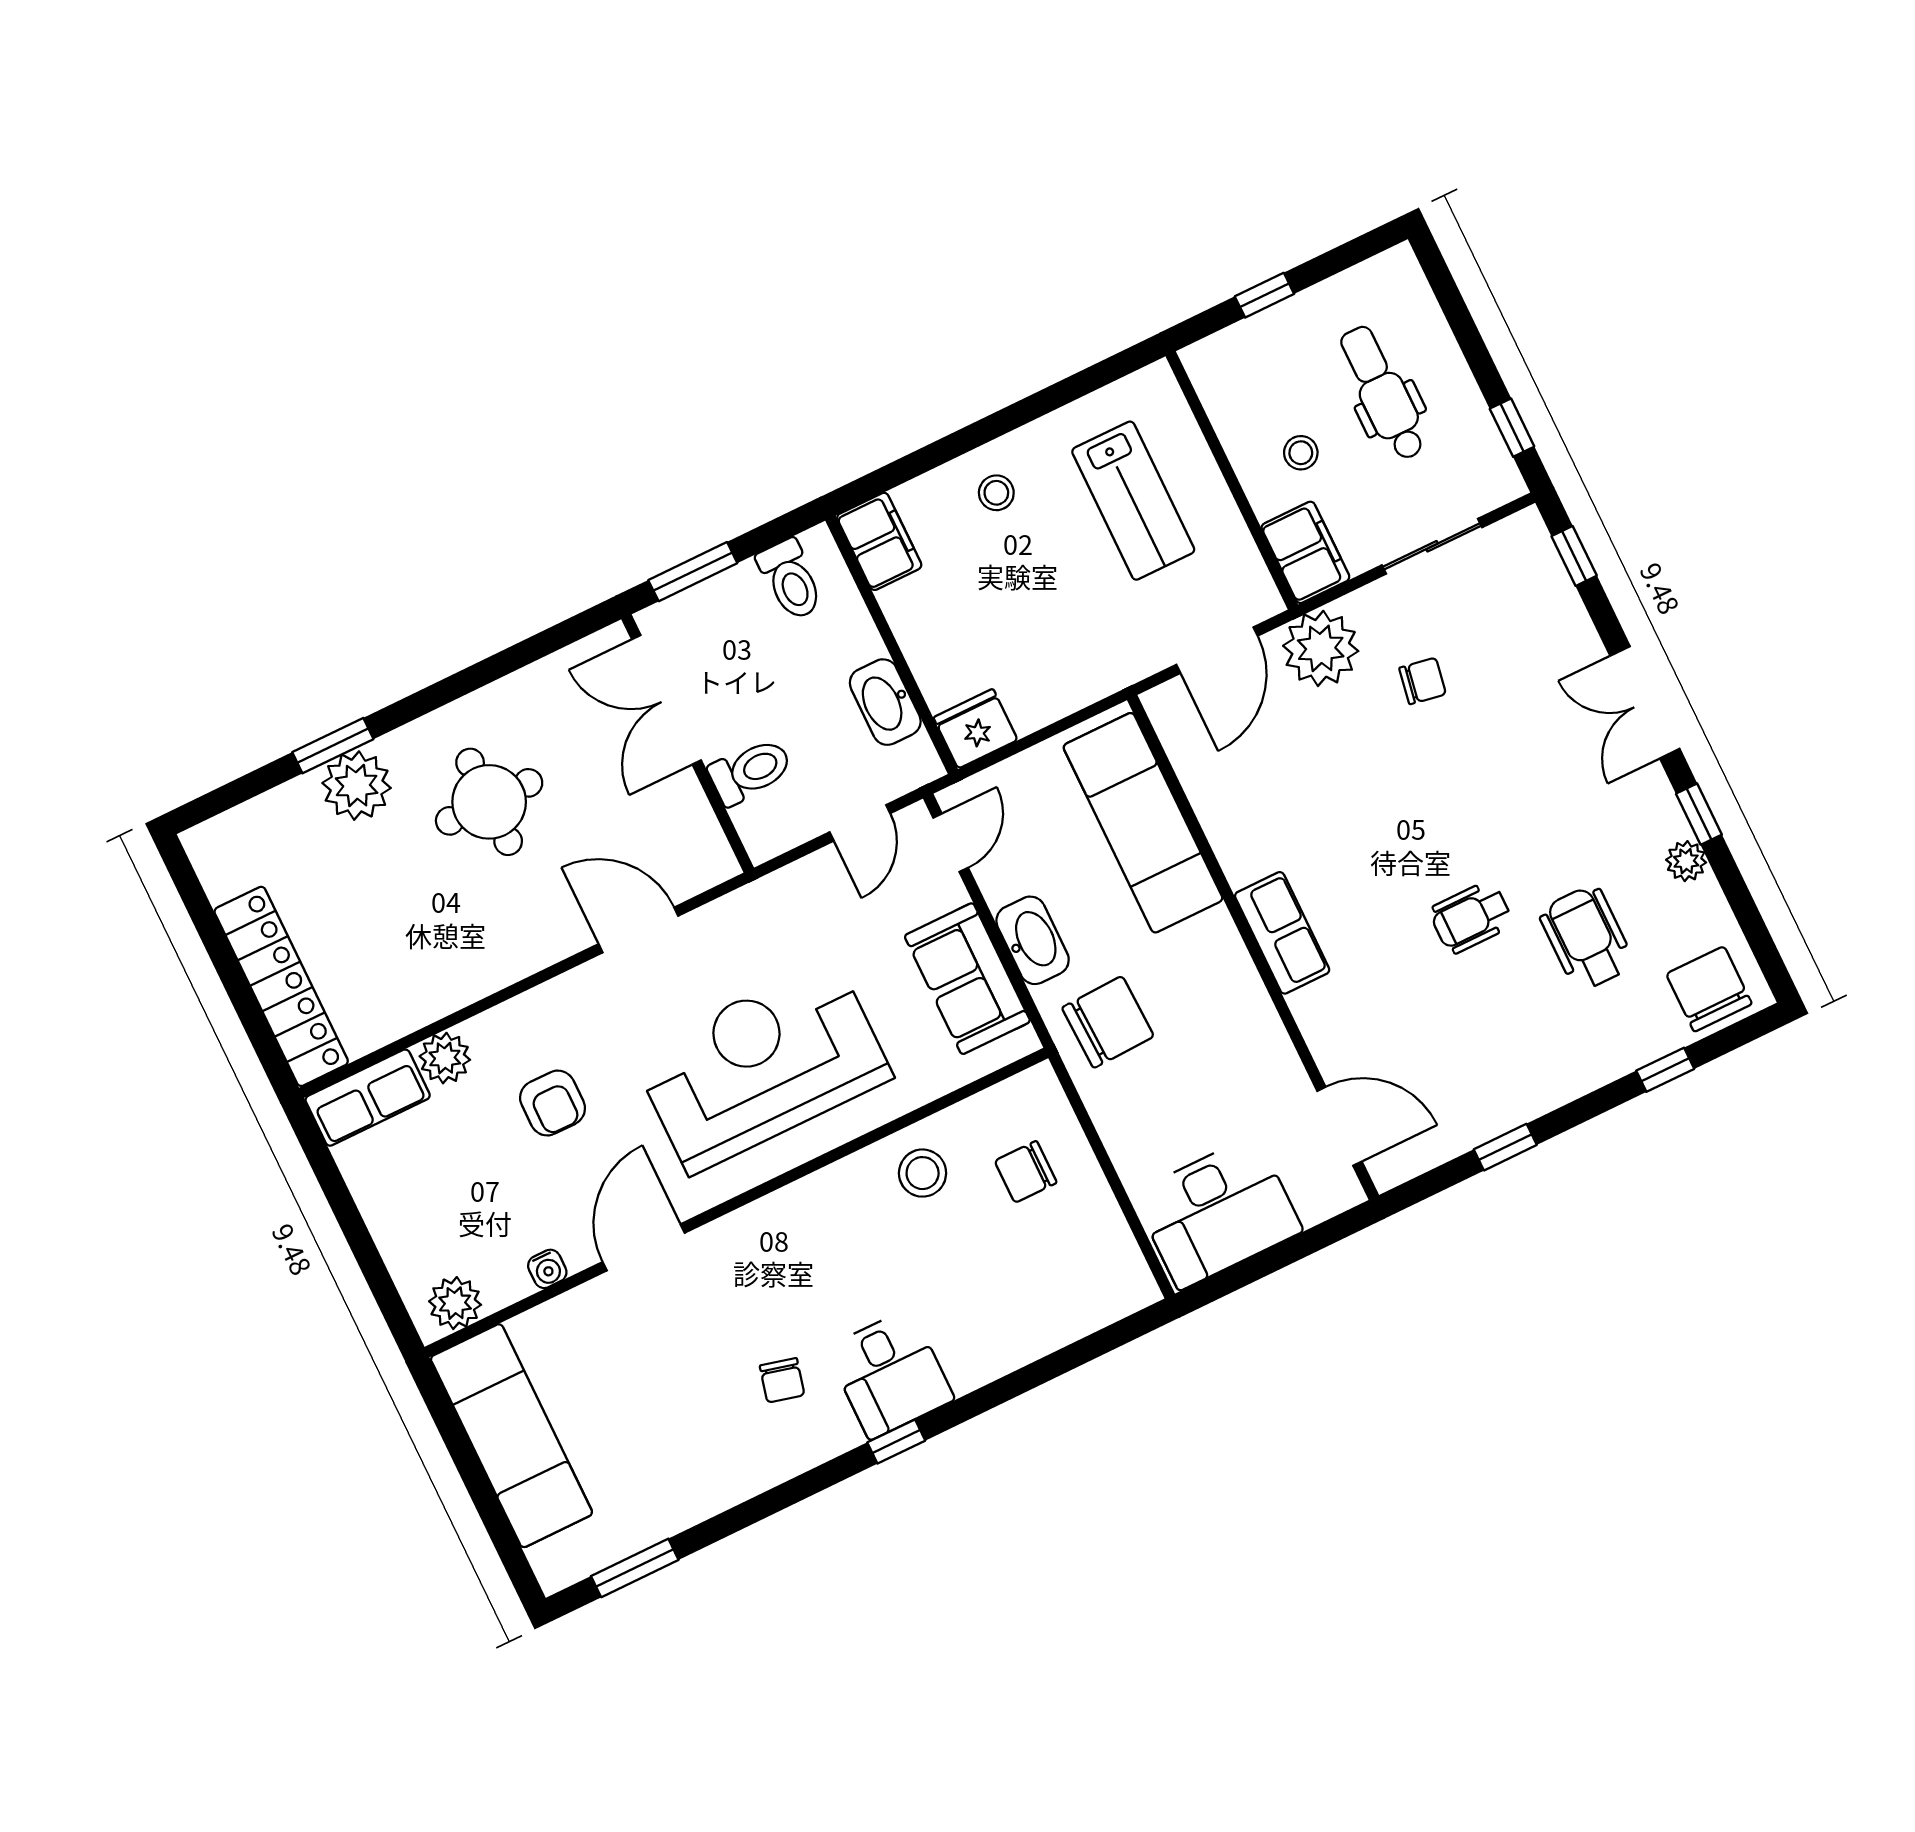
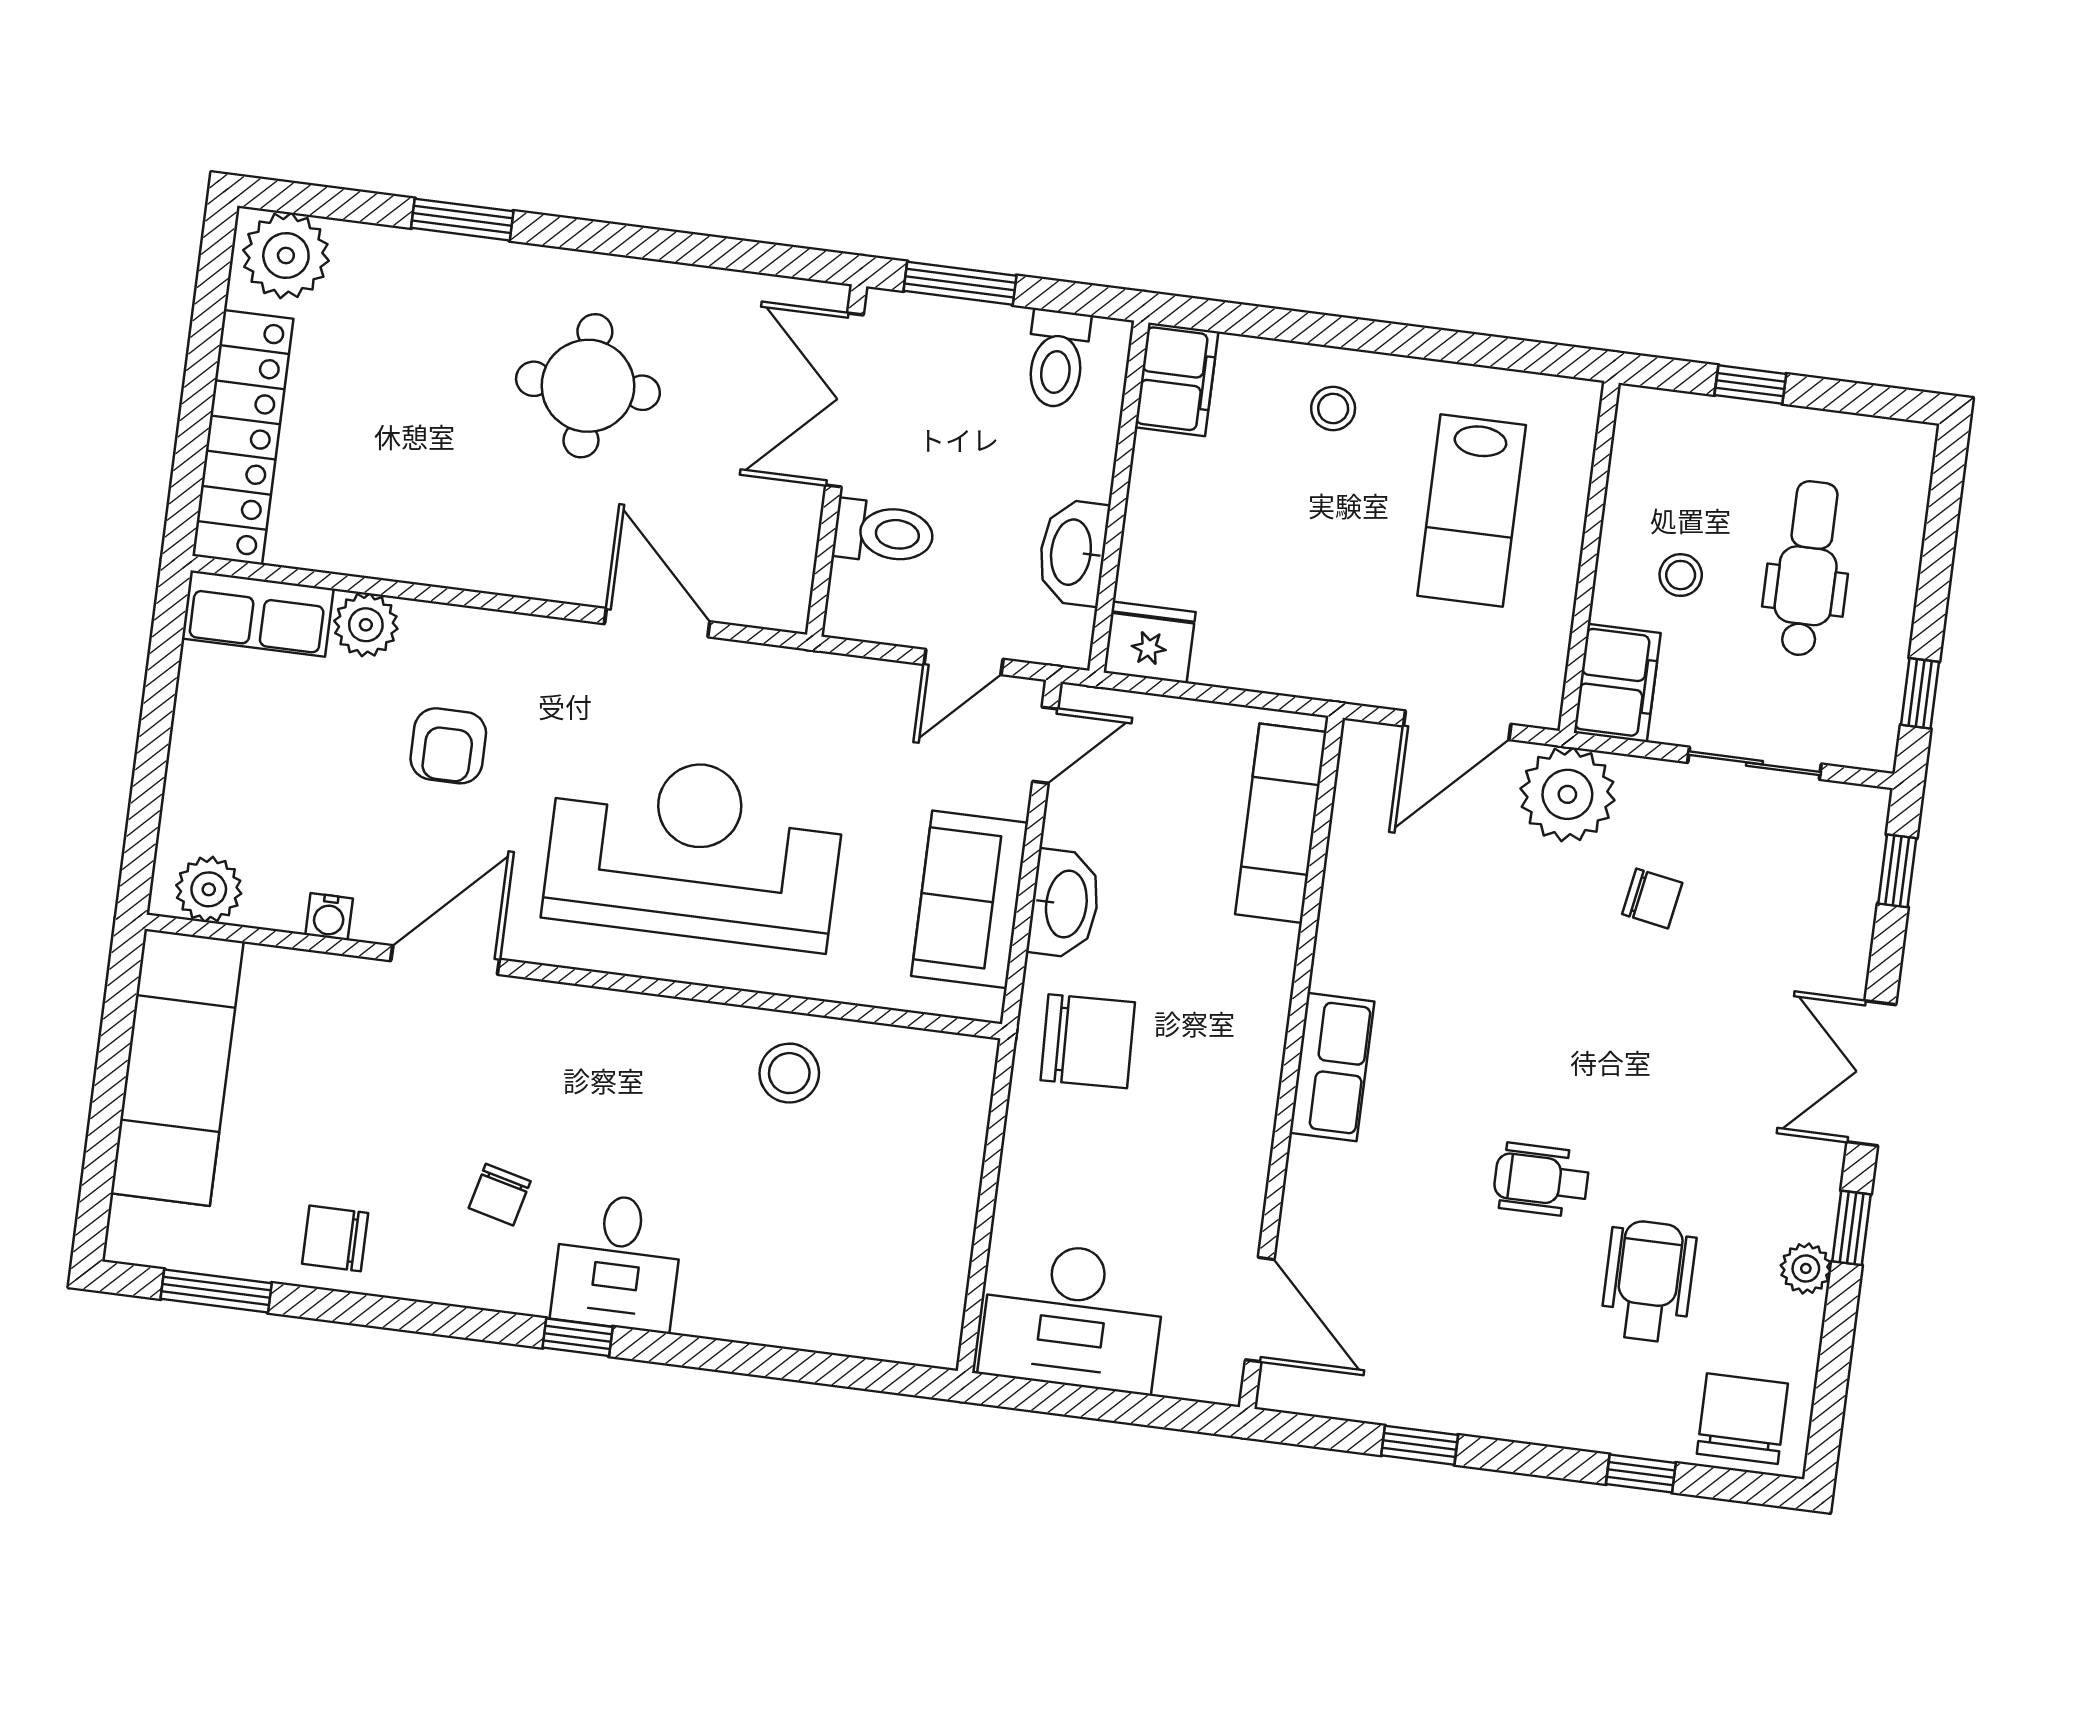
plant: (357, 786) -> (286, 255), moved
exam couch: (1143, 823) -> (1281, 823), width x0.73, depth x0.69
chair: (1026, 1172) -> (335, 1238), moved

